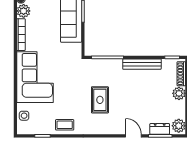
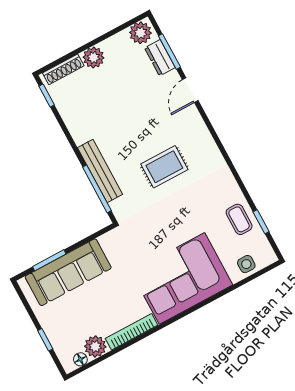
bench: (142, 64) -> (100, 171), moved
coffee table: (65, 125) -> (239, 219), moved

